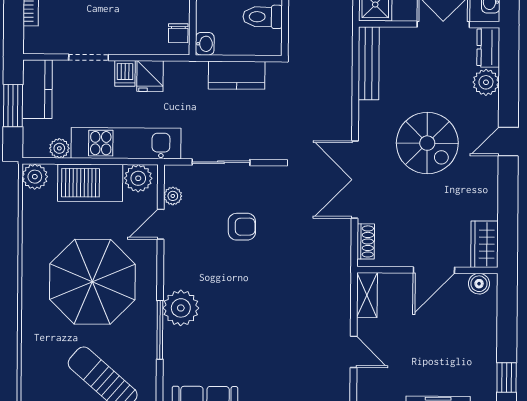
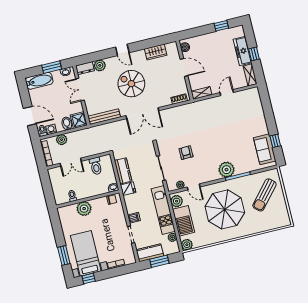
fridge: (150, 76) -> (128, 189), moved
spiral stairs: (427, 143) -> (131, 84), turned -90
double door: (355, 180) -> (142, 113), moved
wardrobe: (485, 244) -> (156, 52), moved

